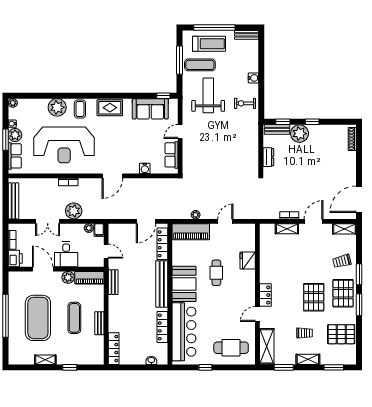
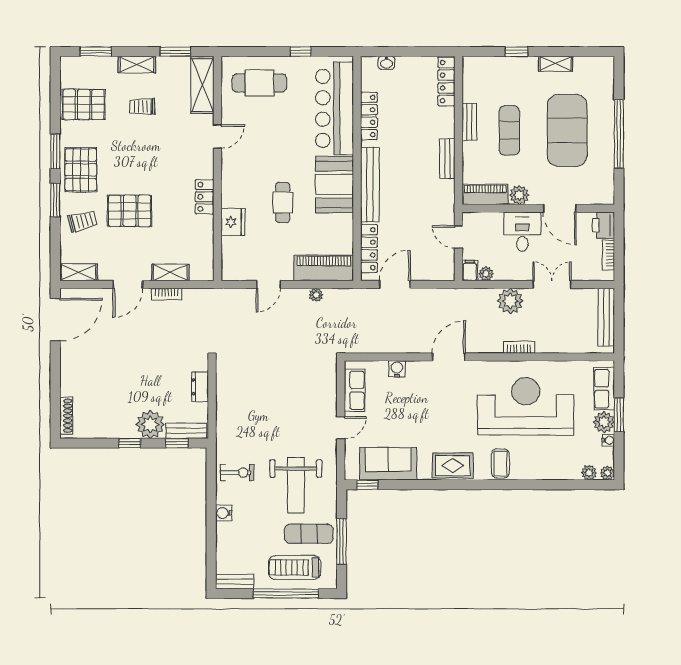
plant: (57, 107) -> (589, 473), moved, width x0.53, depth x0.53
bench: (113, 282) -> (447, 159), moved
locker: (265, 295) -> (205, 197), moved
pallet: (314, 297) -> (130, 211), moved, turned 90

